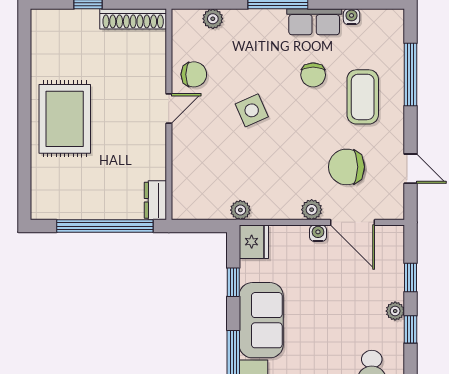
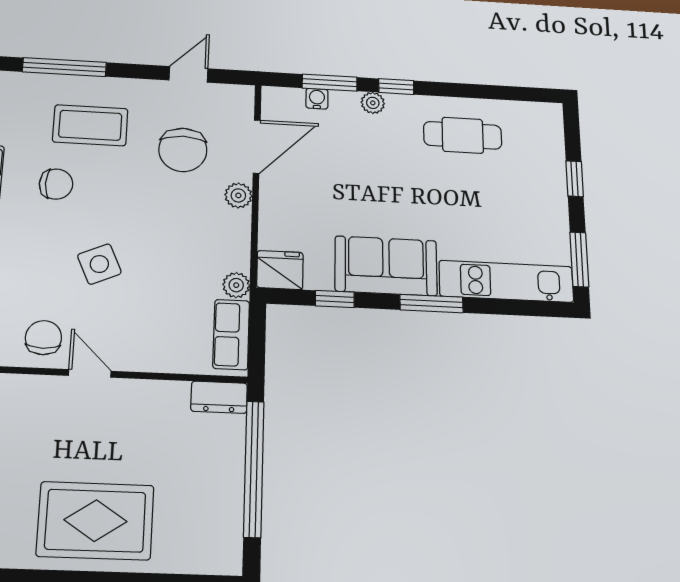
row of seats: (202, 207) -> (231, 335), added
water cooler: (318, 233) -> (317, 99), moved, turned 90
window: (411, 277) -> (330, 83), width x1.50

